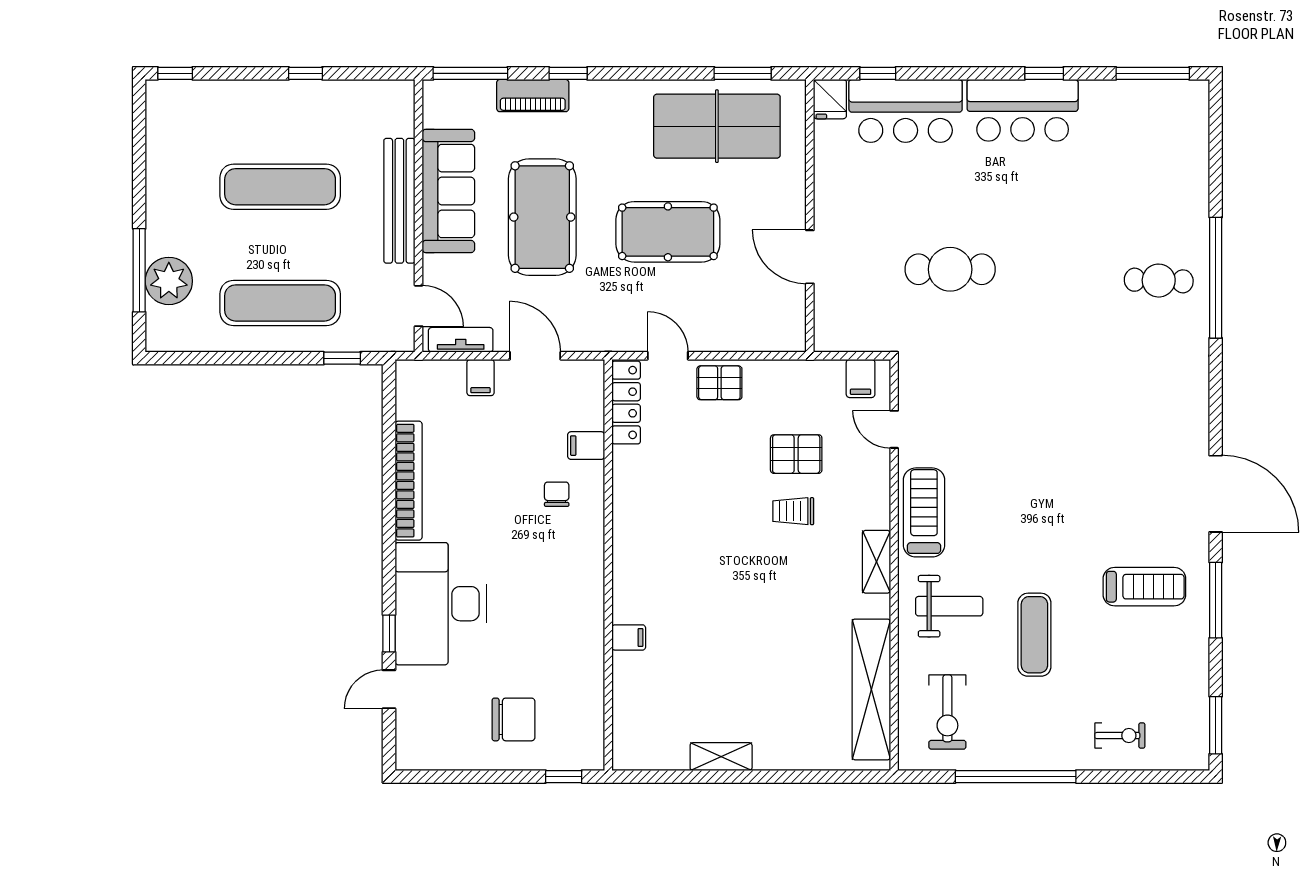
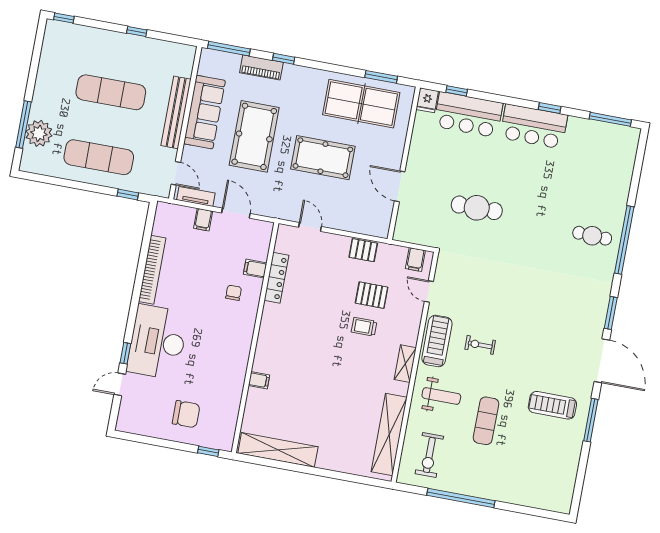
pallet: (719, 383) -> (363, 250), moved
locker: (626, 402) -> (276, 278), moved
treadmill: (1144, 587) -> (552, 405), turned 180
window: (1216, 725) -> (611, 313), moved
exercise bike: (1120, 736) -> (480, 345), moved, turned 180
shelving: (721, 757) -> (278, 450), width x2.20, depth x1.33

